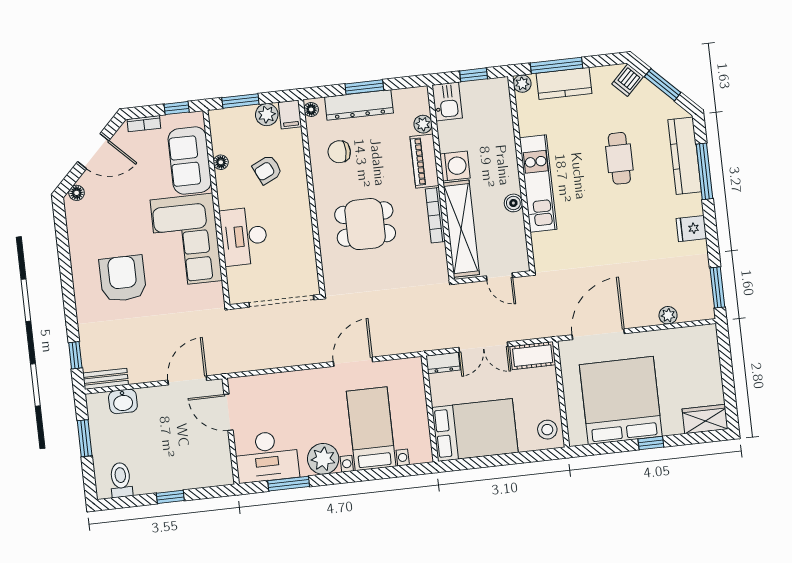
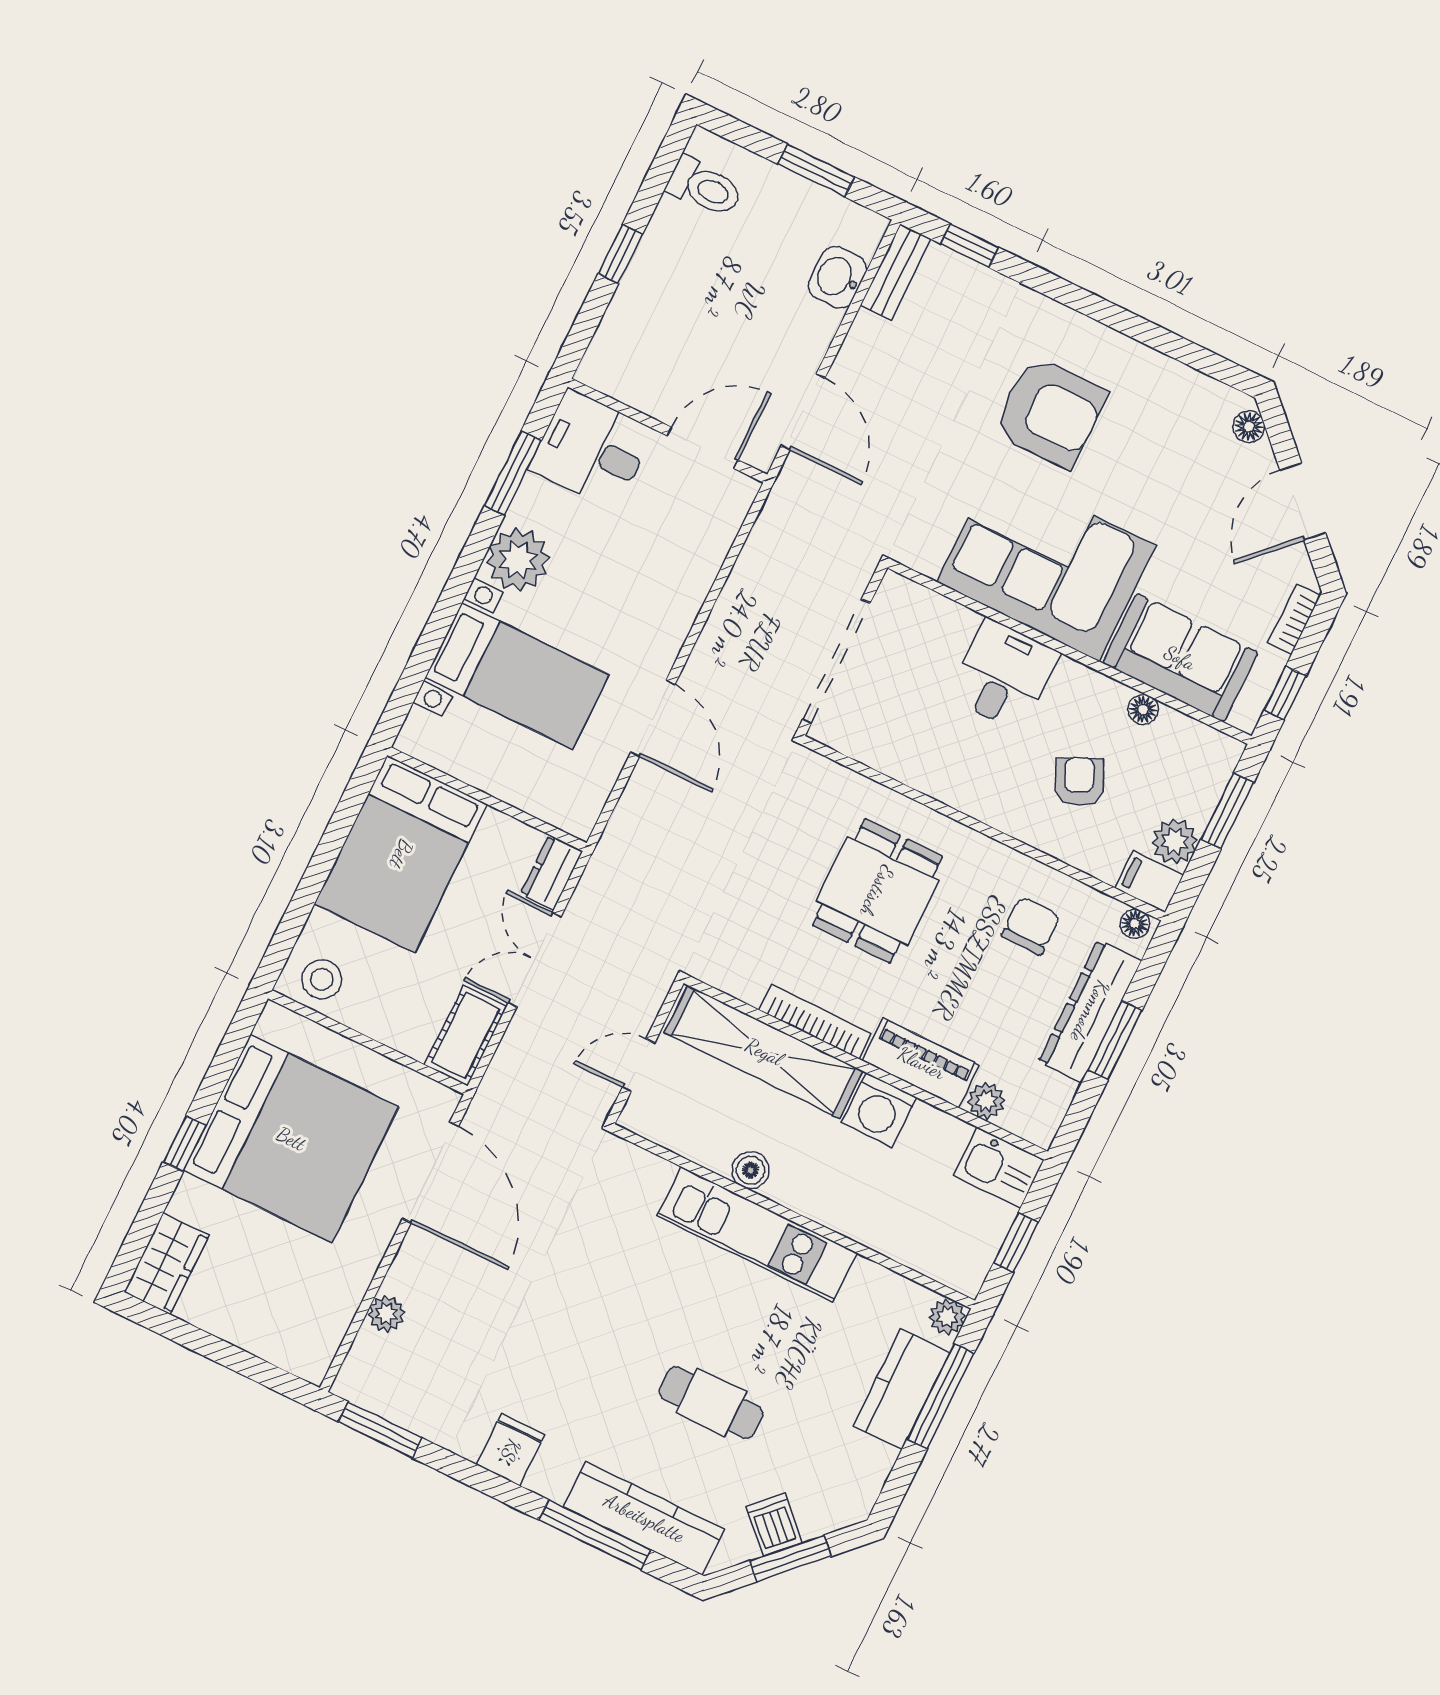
dishwasher: (628, 80) -> (774, 1524), moved
desk: (244, 236) -> (1004, 675), width x0.73
desk: (267, 457) -> (592, 449), width x0.73

